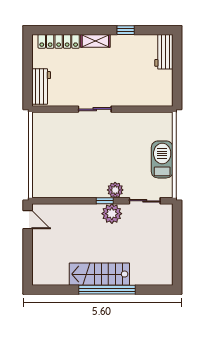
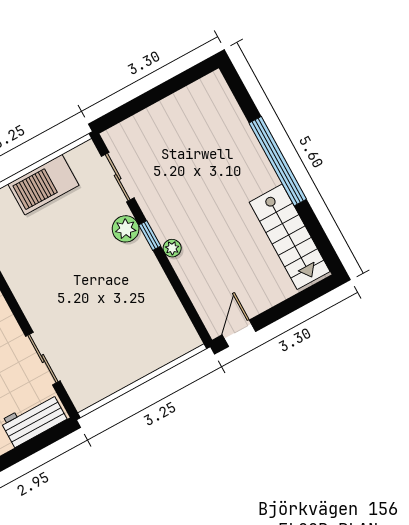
sliding door: (95, 109) -> (43, 359), moved
plant: (112, 214) -> (172, 248), moved, width x0.53, depth x0.53
stairs: (99, 274) -> (290, 237), moved

